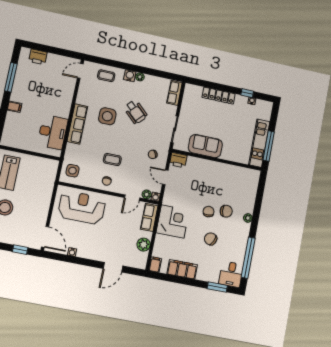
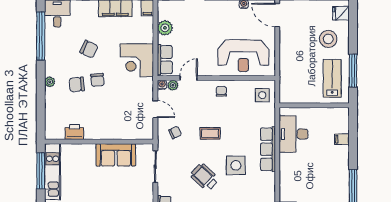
filing cabinet: (14, 107) -> (342, 139), moved
coffee table: (112, 159) -> (210, 133), moved
printer: (178, 160) -> (74, 132), moved

